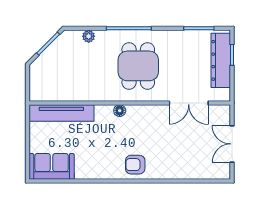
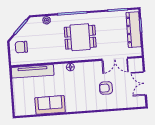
dining table: (138, 66) -> (80, 37), turned 90
chair: (47, 75) -> (21, 47), added
armchair: (135, 165) -> (106, 88), moved
sofa: (52, 166) -> (50, 105), moved

